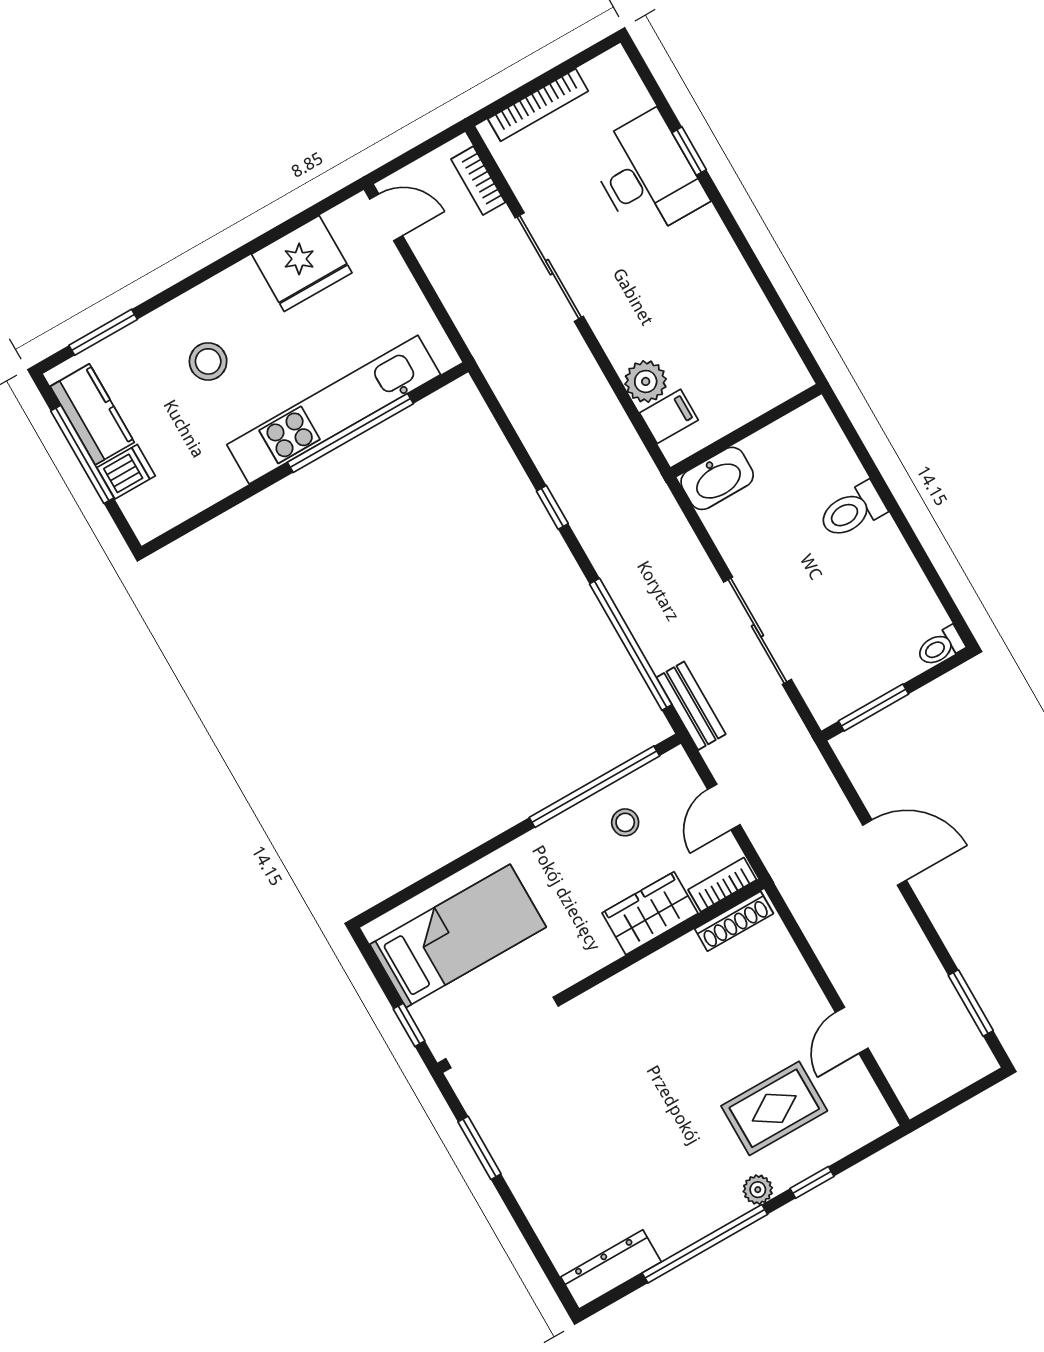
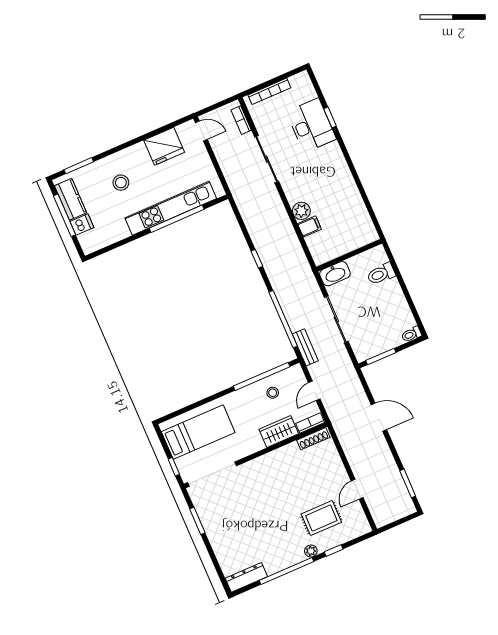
wall: (746, 431) -> (349, 255), moved
washbasin: (717, 478) -> (335, 274), moved

